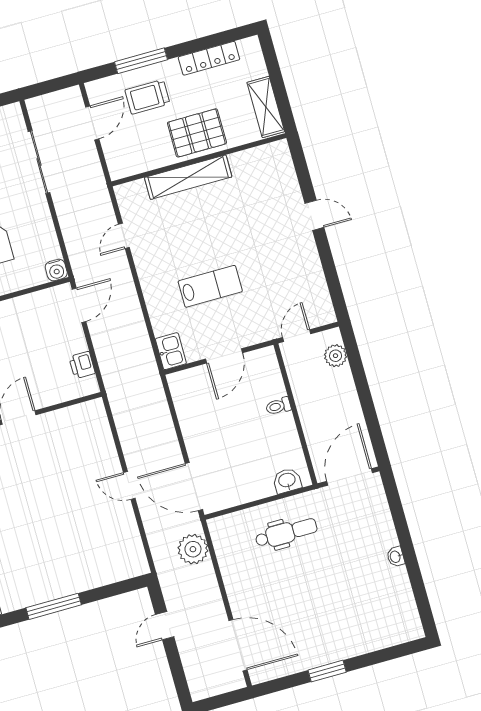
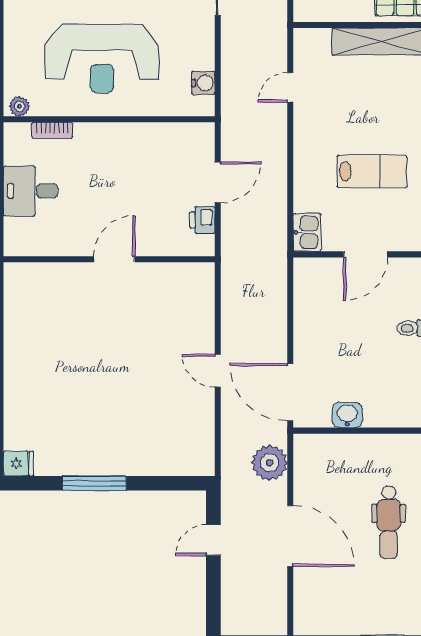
water cooler: (56, 270) -> (203, 83), moved, turned -90
door: (79, 305) -> (218, 182), moved
washbasin: (287, 481) -> (347, 415), moved
dental chair: (286, 533) -> (389, 522), moved, turned 90
door: (238, 645) -> (290, 536), moved

